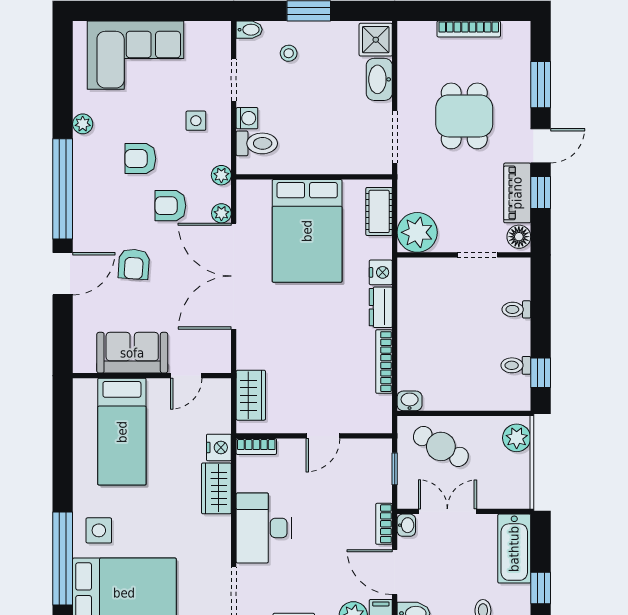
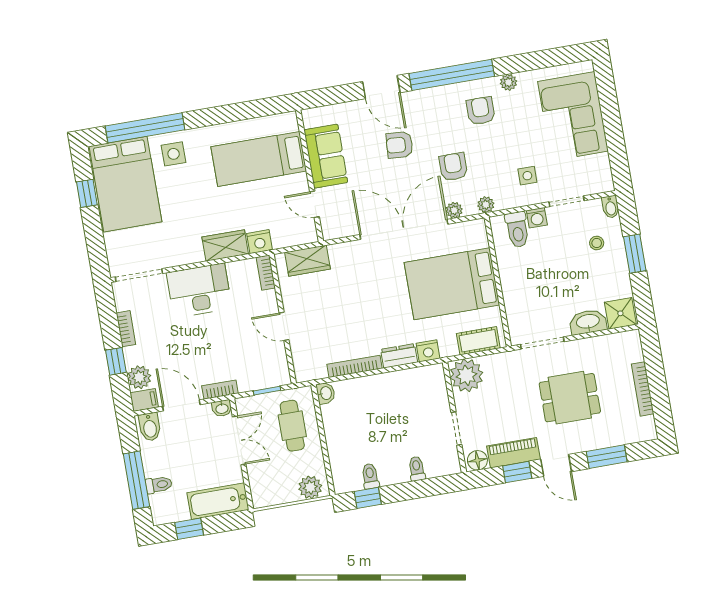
armchair: (140, 159) -> (481, 111), moved
cafe table: (441, 446) -> (292, 426), turned -30
door: (395, 572) -> (181, 405), hinge flipped

